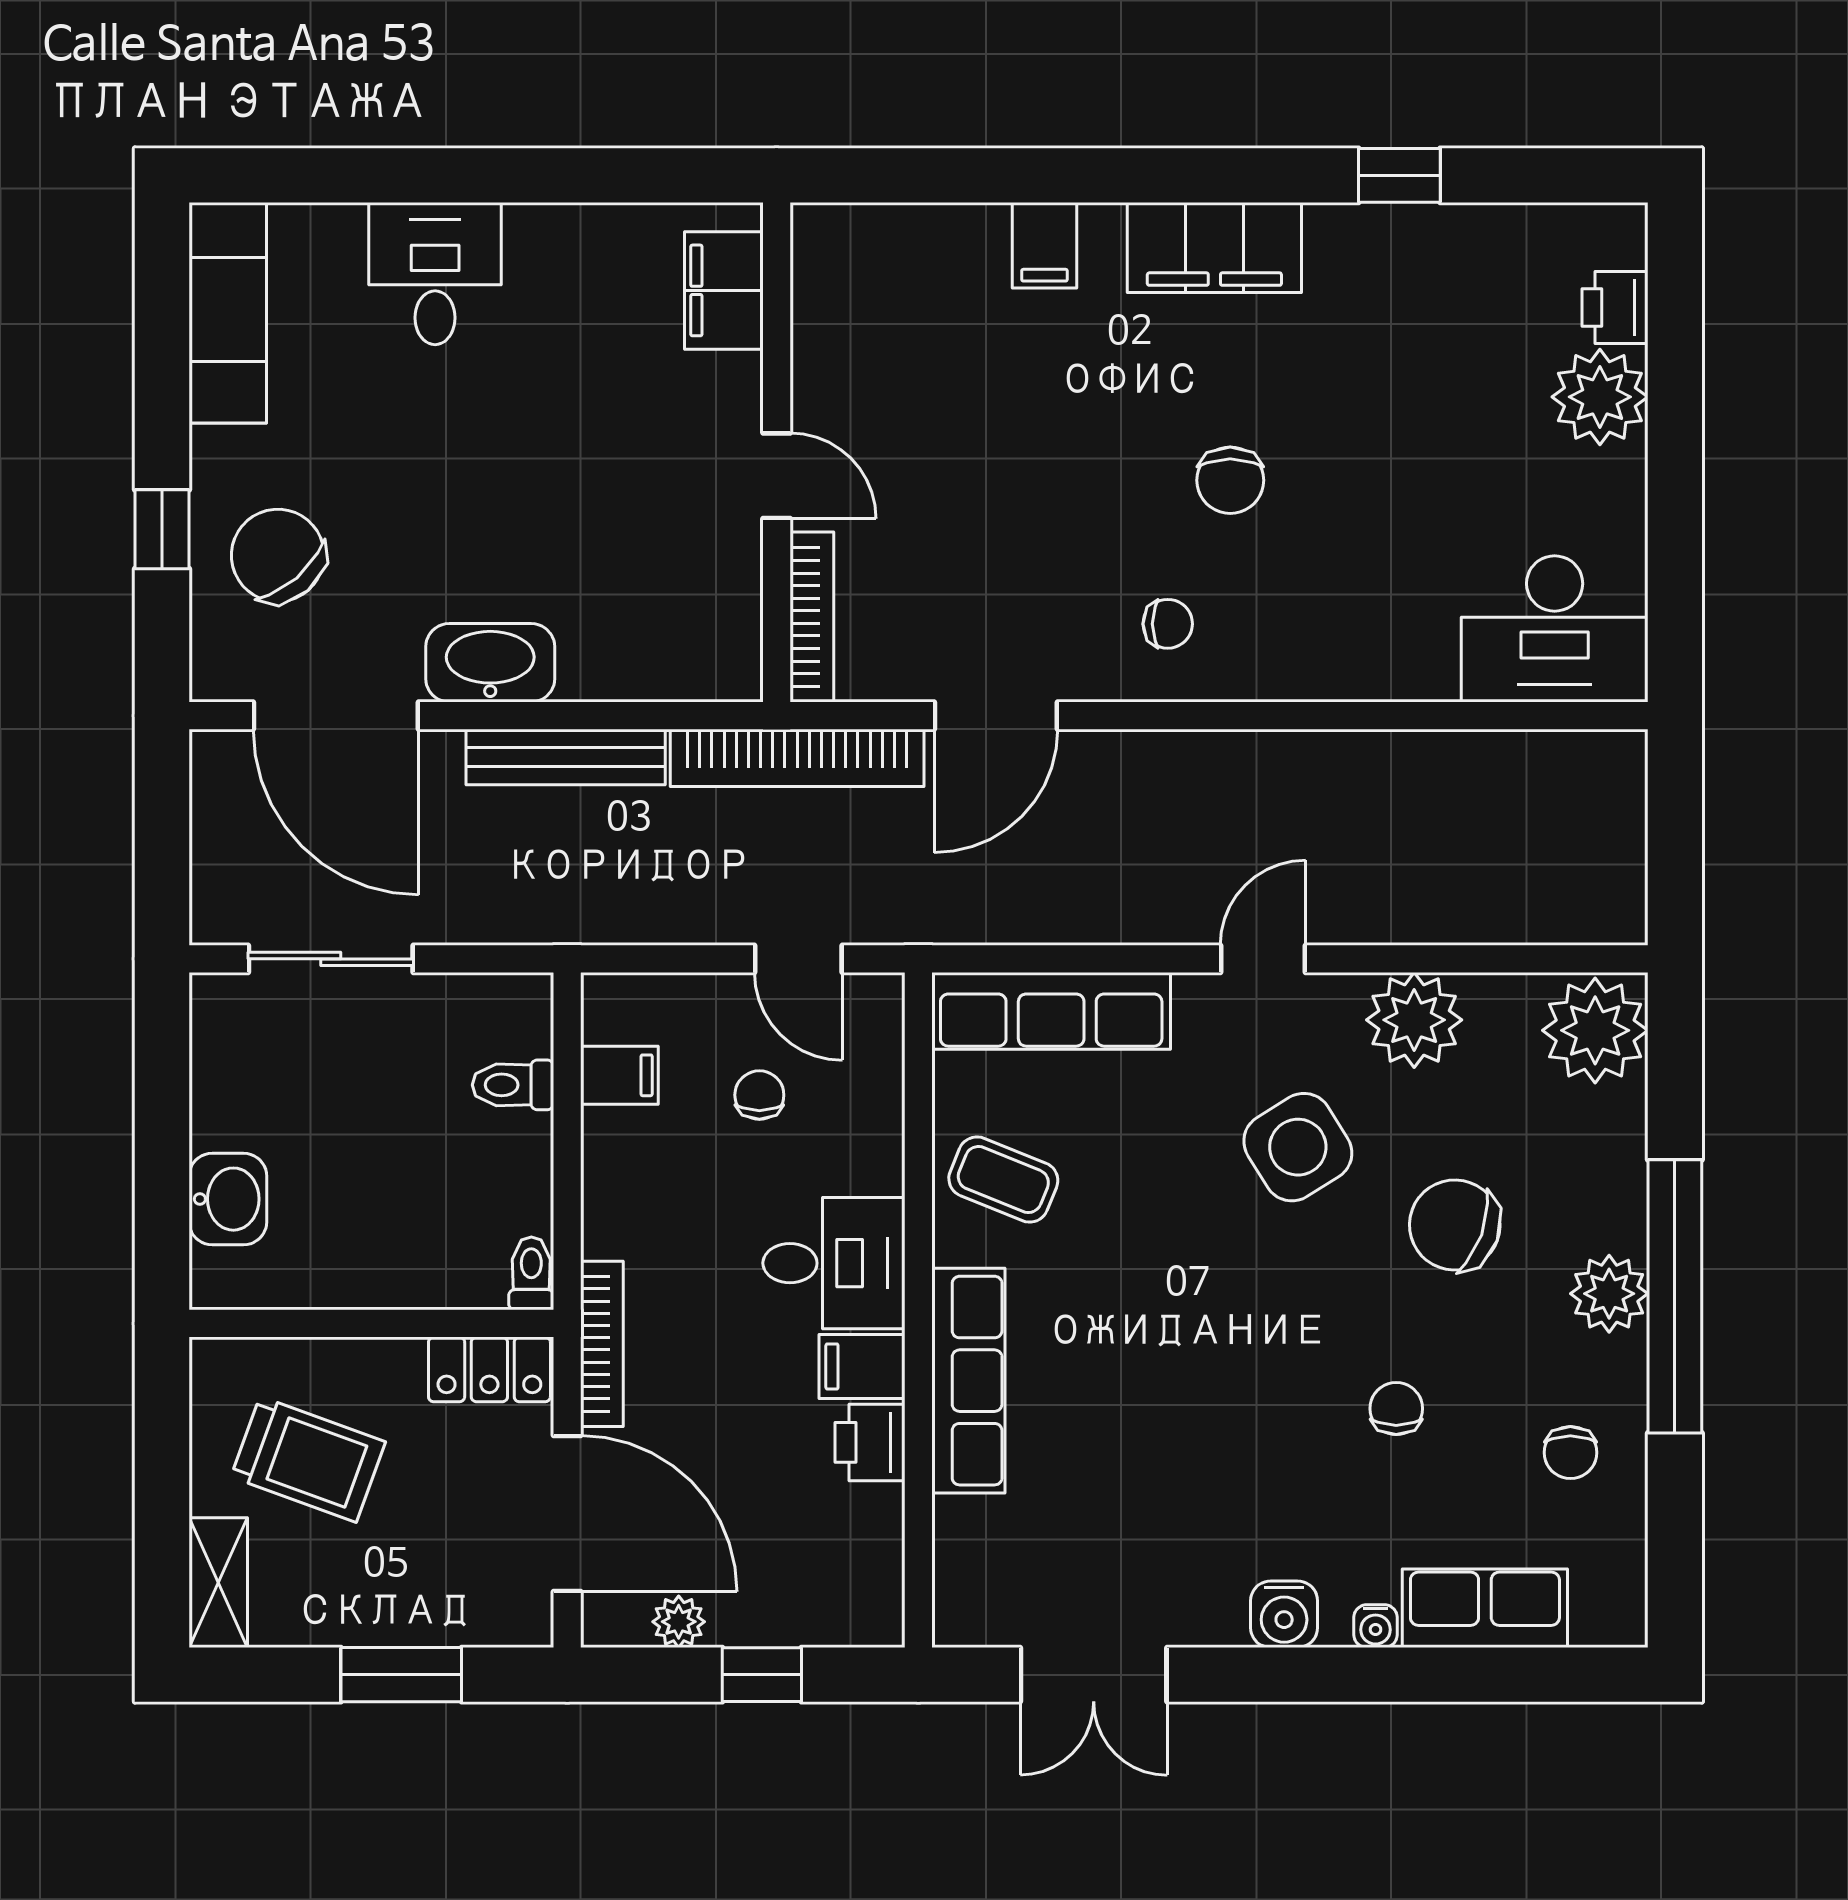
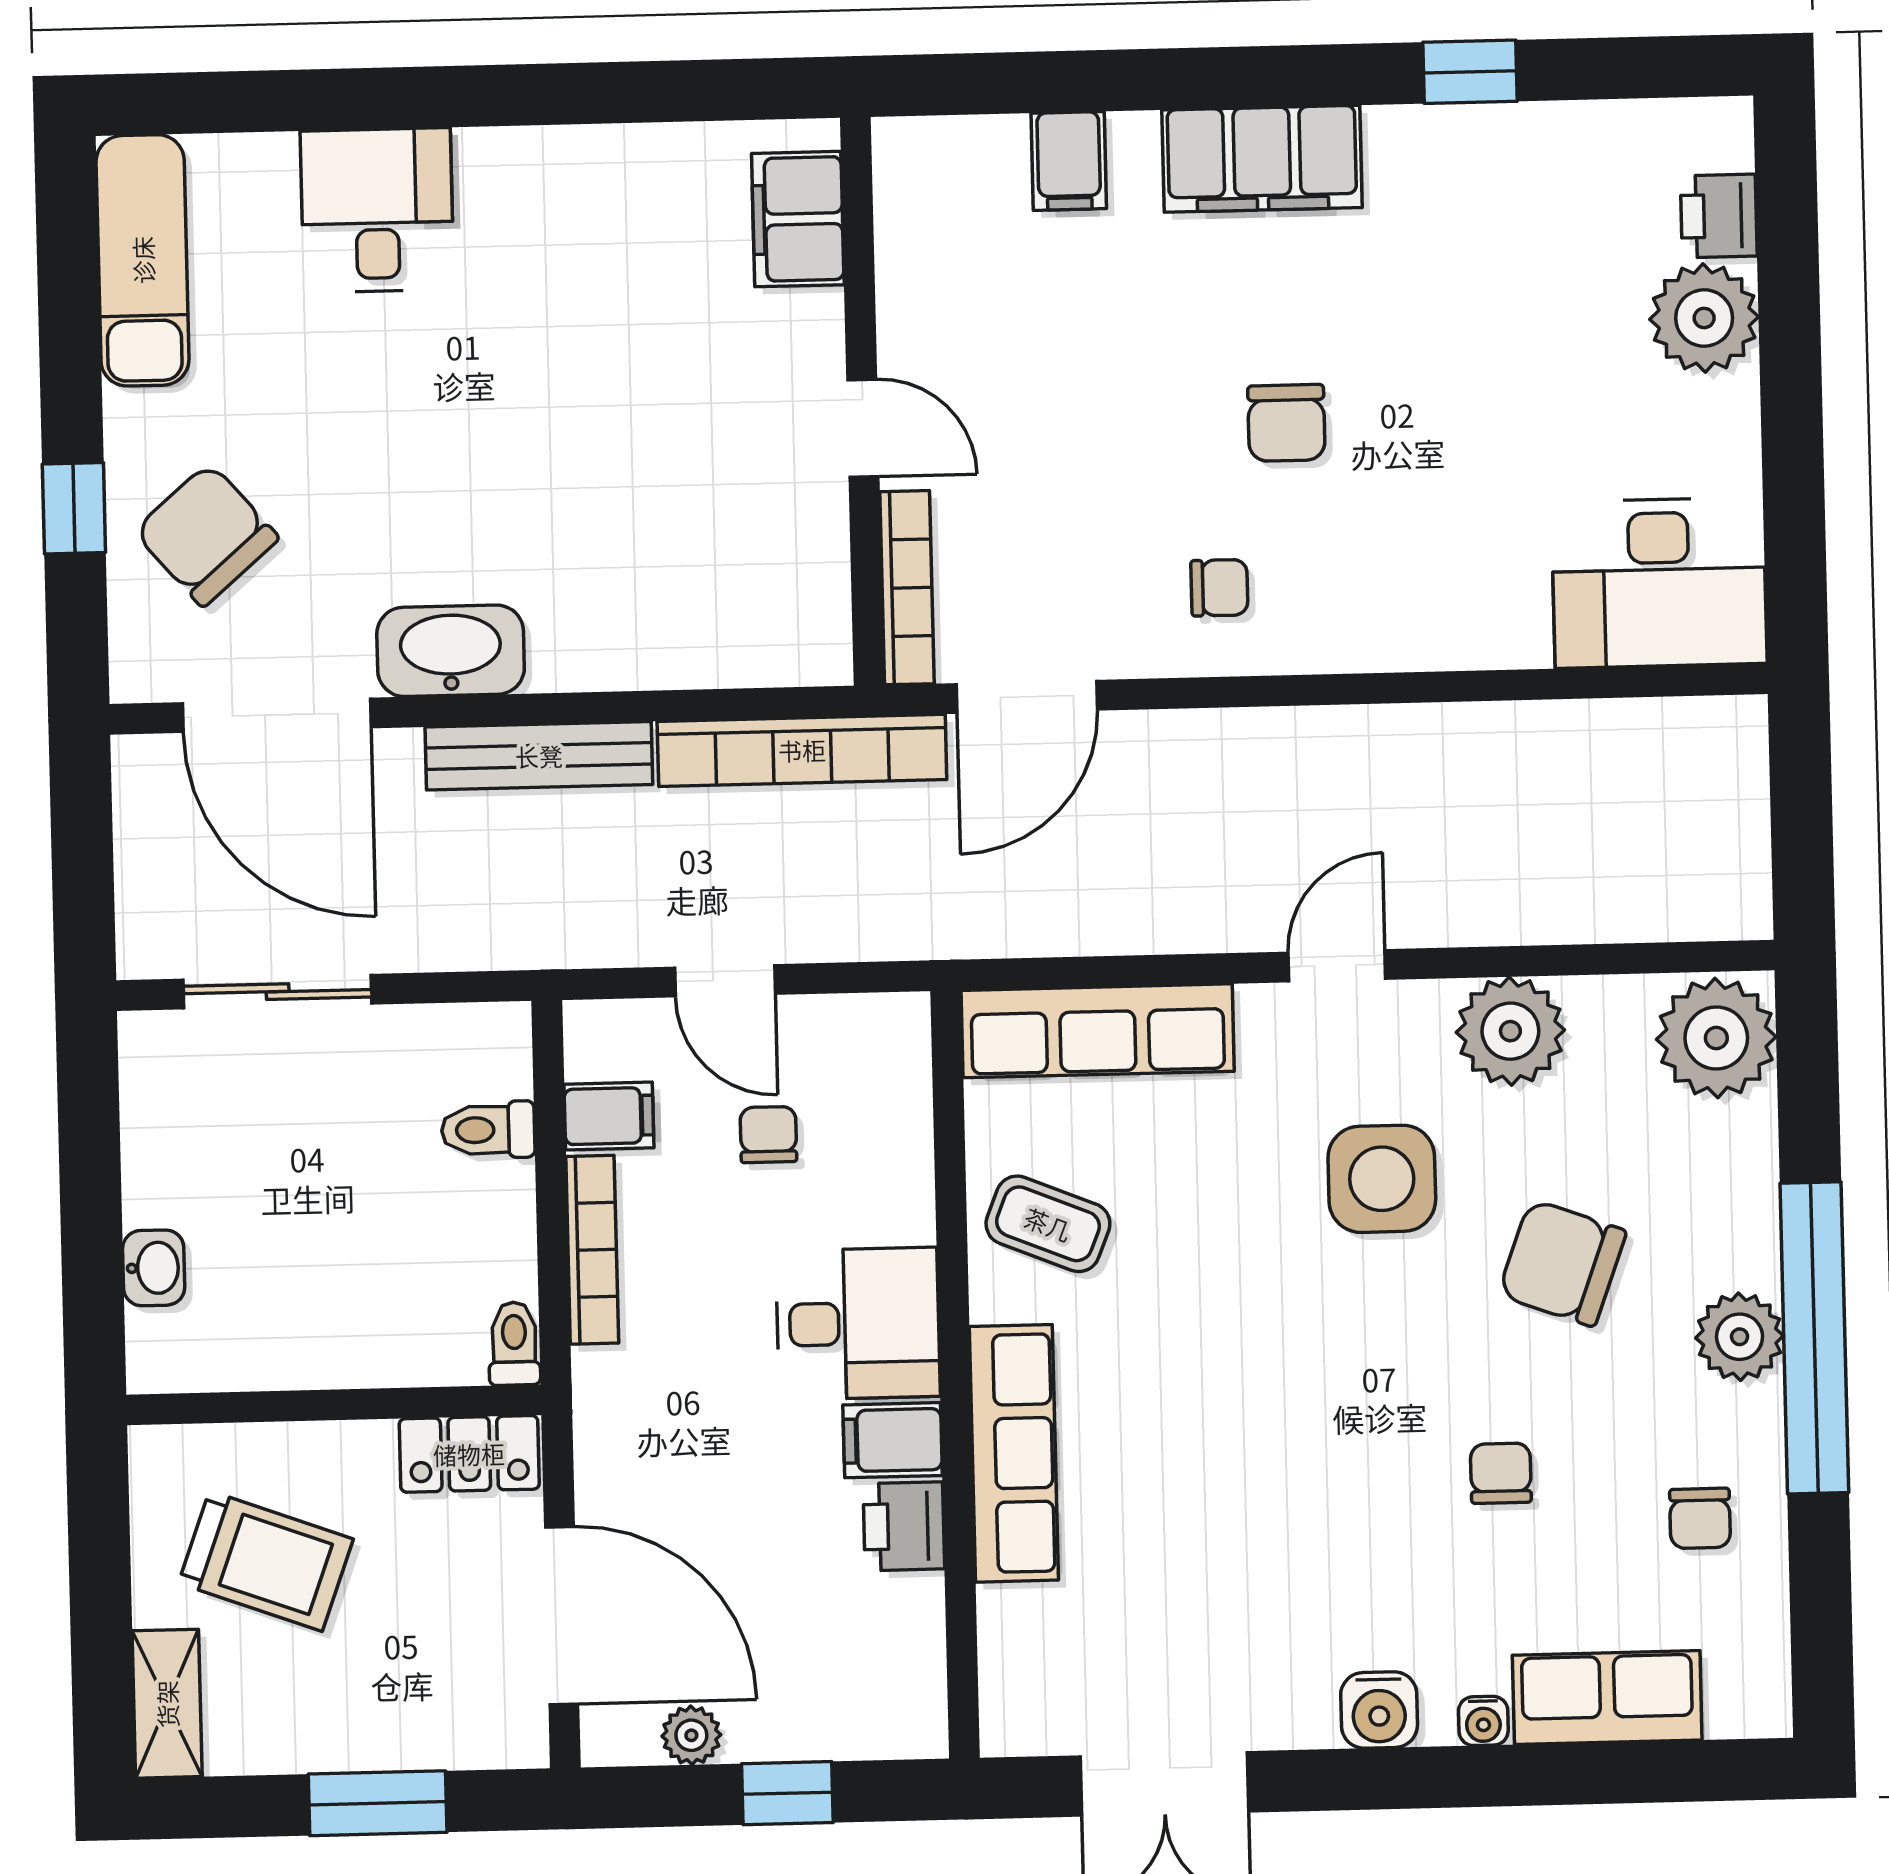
filing cabinet: (724, 290) -> (798, 219), moved
wall: (777, 452) -> (862, 401), moved
door: (777, 476) -> (863, 428), moved
bookcase: (812, 617) -> (907, 588), moved
door: (798, 959) -> (725, 981), moved
side table: (1298, 1147) -> (1382, 1179), turned 32
washbasin: (228, 1199) -> (154, 1268), width x0.72, depth x0.69
bookcase: (602, 1344) -> (592, 1250), moved

